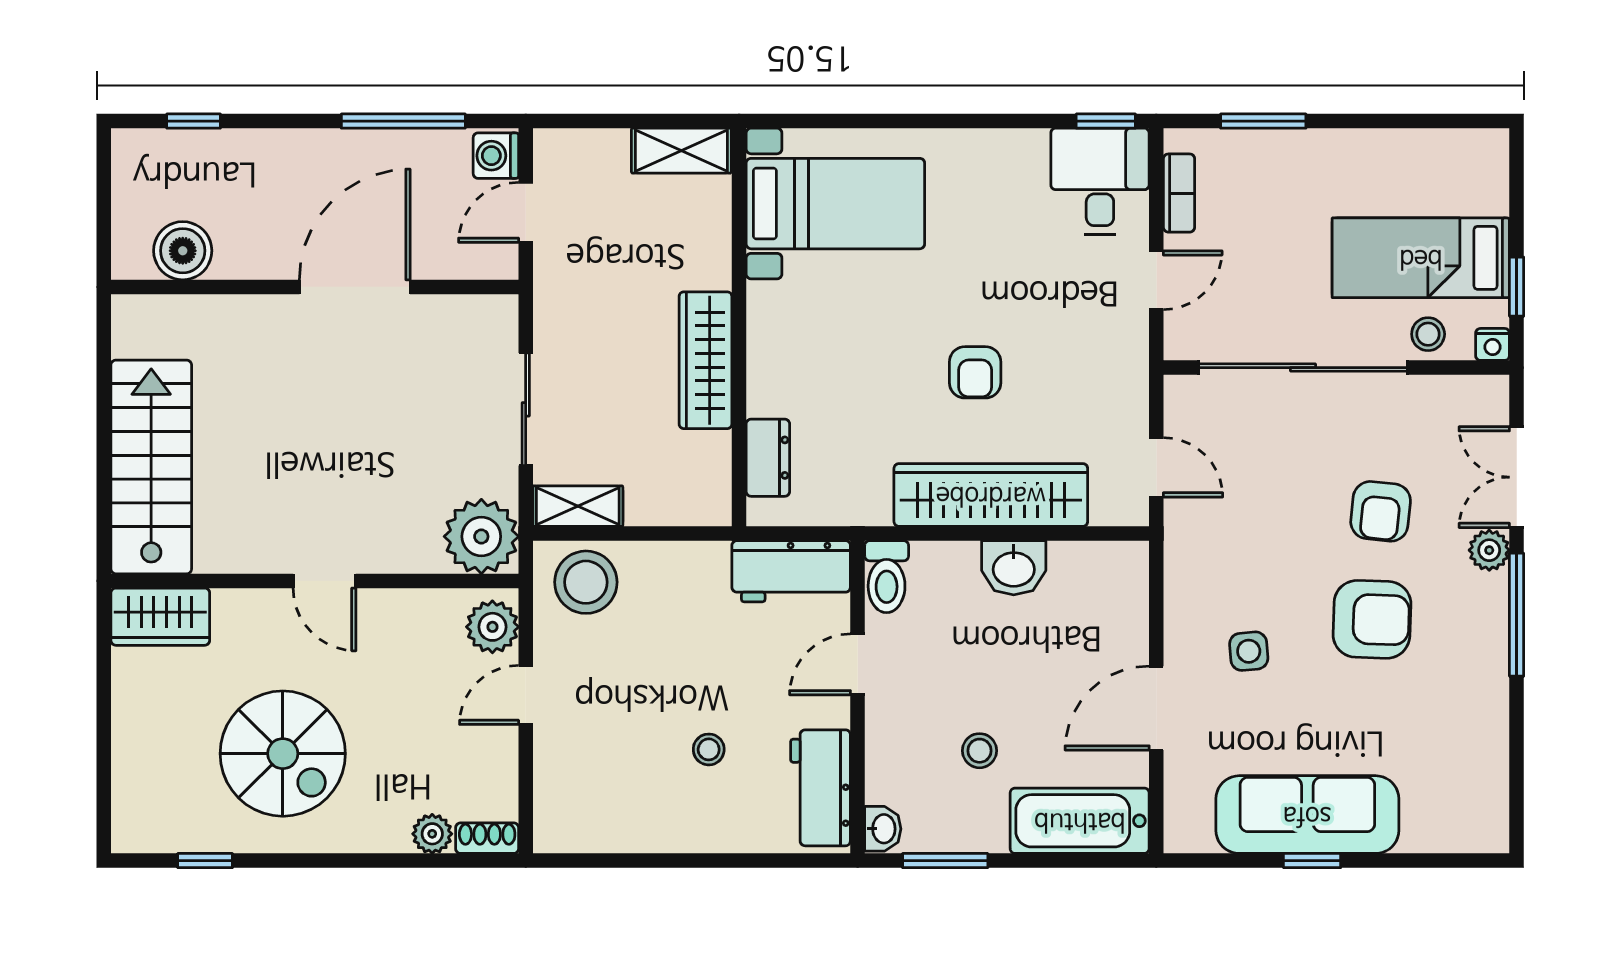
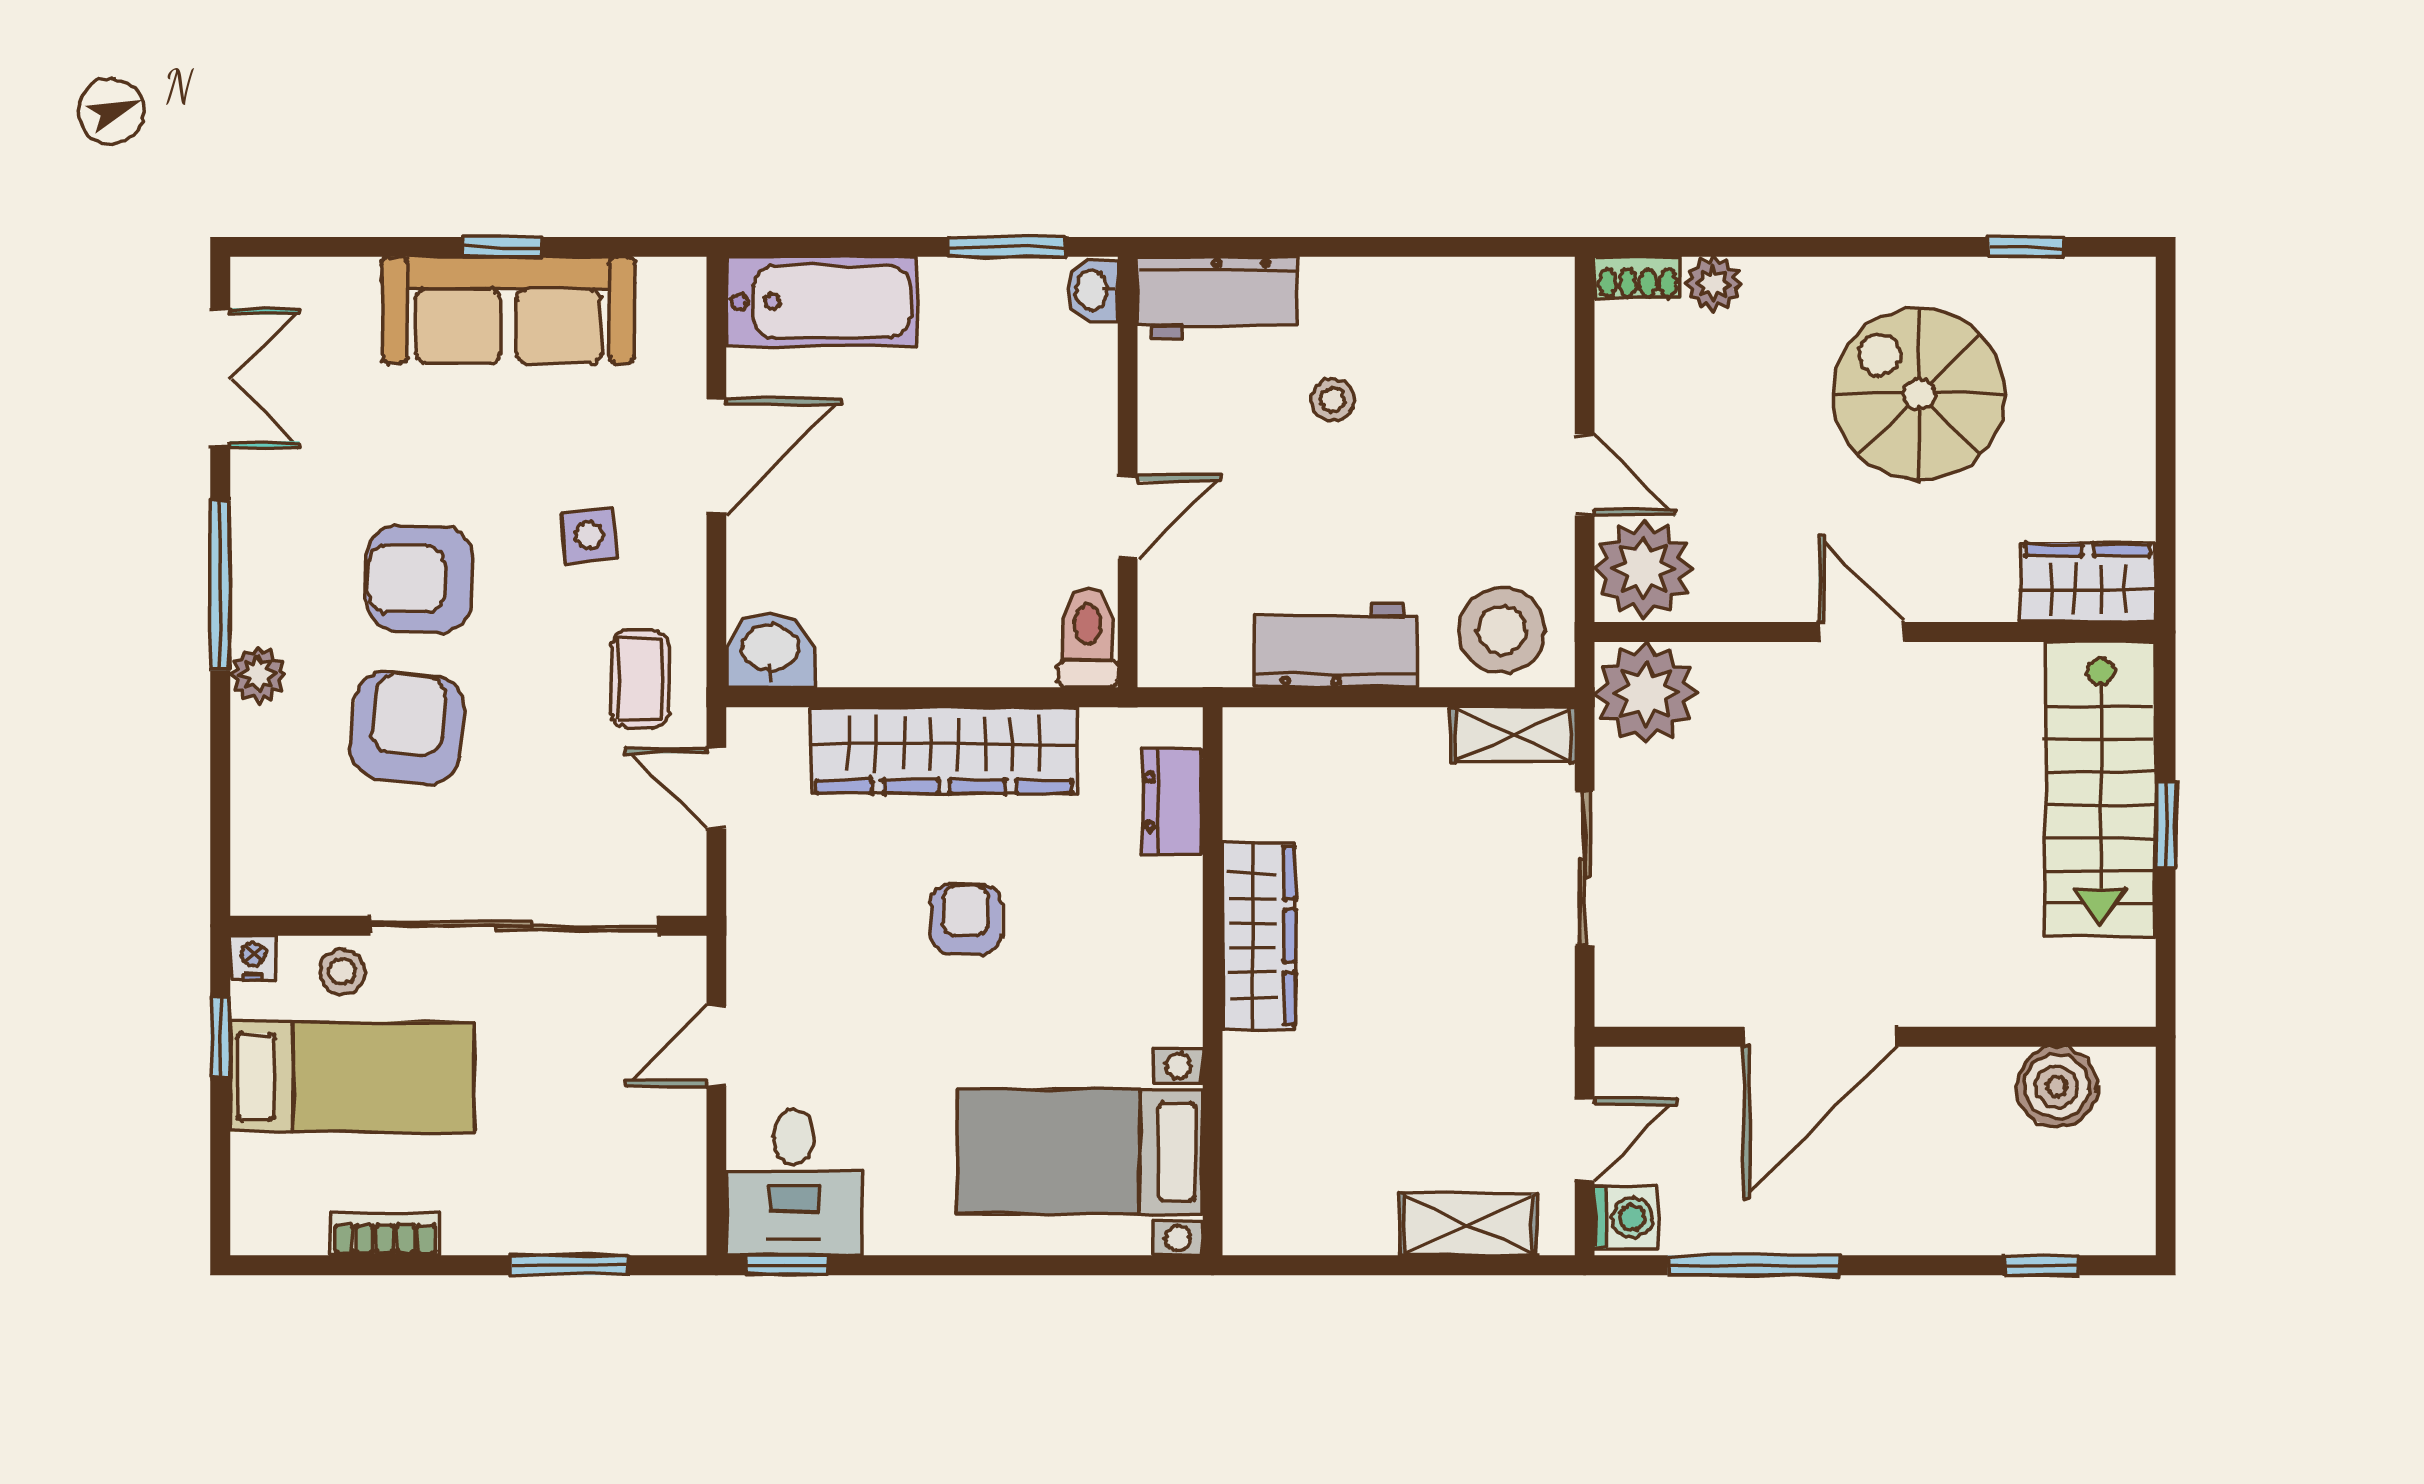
shelving: (681, 151) -> (1468, 1225), moved
bookcase: (1179, 193) -> (385, 1234), moved, turned 90
bed with nightstands: (835, 204) -> (1080, 1152), moved
wall: (739, 327) -> (1213, 981), moved
wardrobe: (705, 360) -> (1259, 936), moved
window: (104, 441) -> (2166, 825), added
dresser: (768, 458) -> (1173, 802), moved
double door: (1517, 477) -> (220, 378), moved
armchair: (1381, 511) -> (407, 728), width x1.38, depth x1.38
coffee table: (1212, 547) -> (640, 679), added
washbasin: (1014, 568) -> (770, 650), moved
workbench: (791, 571) -> (1335, 645), moved
plant: (492, 627) -> (1644, 569), width x1.36, depth x1.36
door: (526, 695) -> (1585, 475), hinge flipped
stool: (980, 751) -> (960, 398), removed
workbench: (821, 788) -> (1217, 298), moved, turned 90

